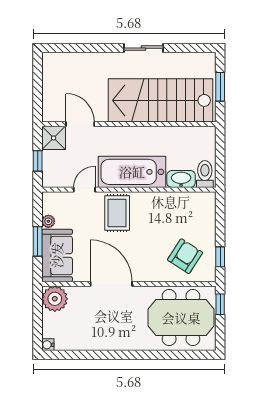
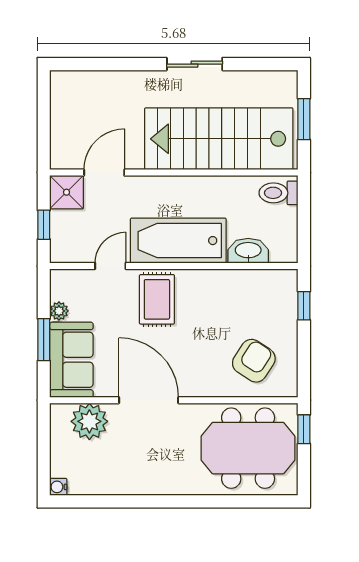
door: (80, 124) -> (104, 173), hinge flipped
toilet: (205, 174) -> (278, 193), moved, turned -90
window: (220, 257) -> (304, 306), moved
plant: (55, 299) -> (89, 421), moved

